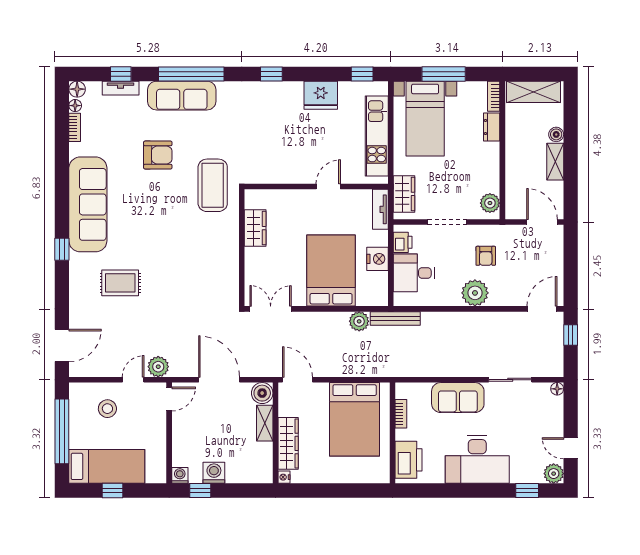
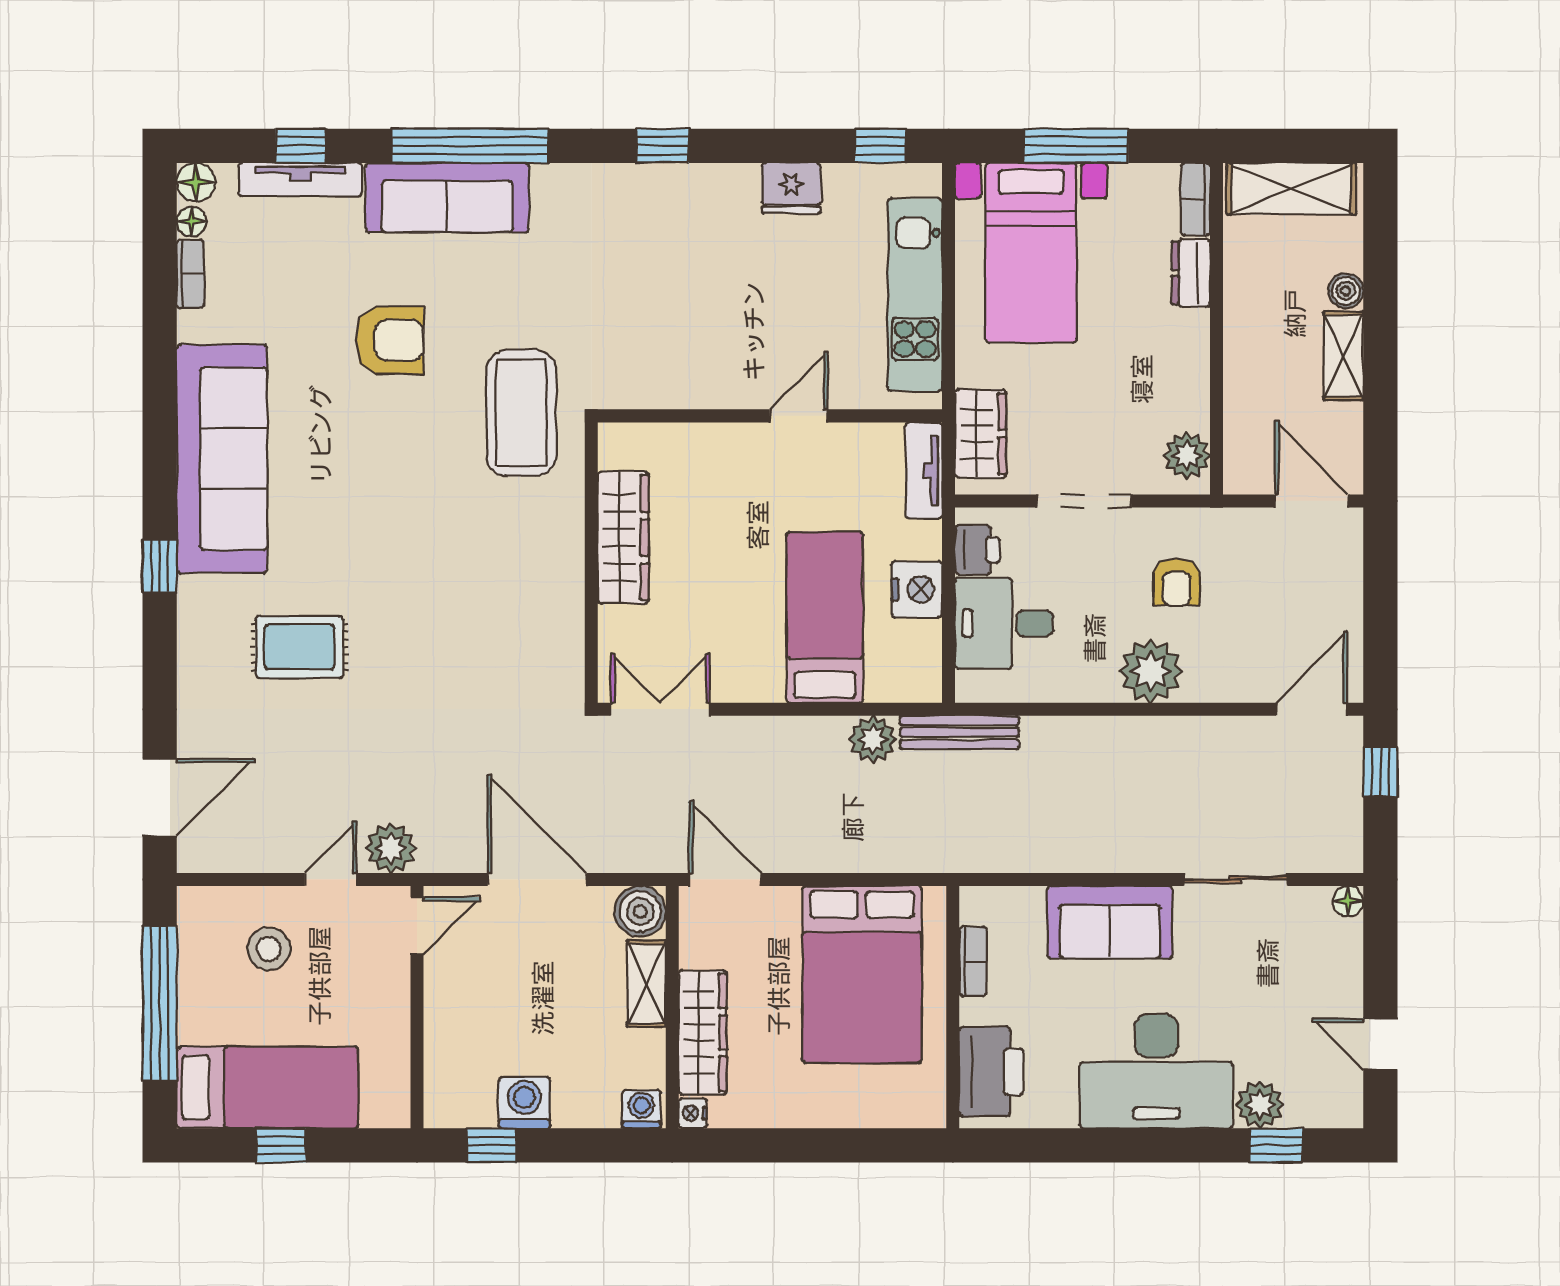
tv unit: (121, 88) -> (300, 180), width x1.41
fridge: (321, 95) -> (791, 188), width x0.73, depth x0.75
wardrobe: (255, 228) -> (623, 538), width x1.50
bed: (331, 271) -> (825, 617), width x0.67
plant: (554, 474) -> (1260, 1105), moved
washing machine: (180, 475) -> (641, 1109), moved

